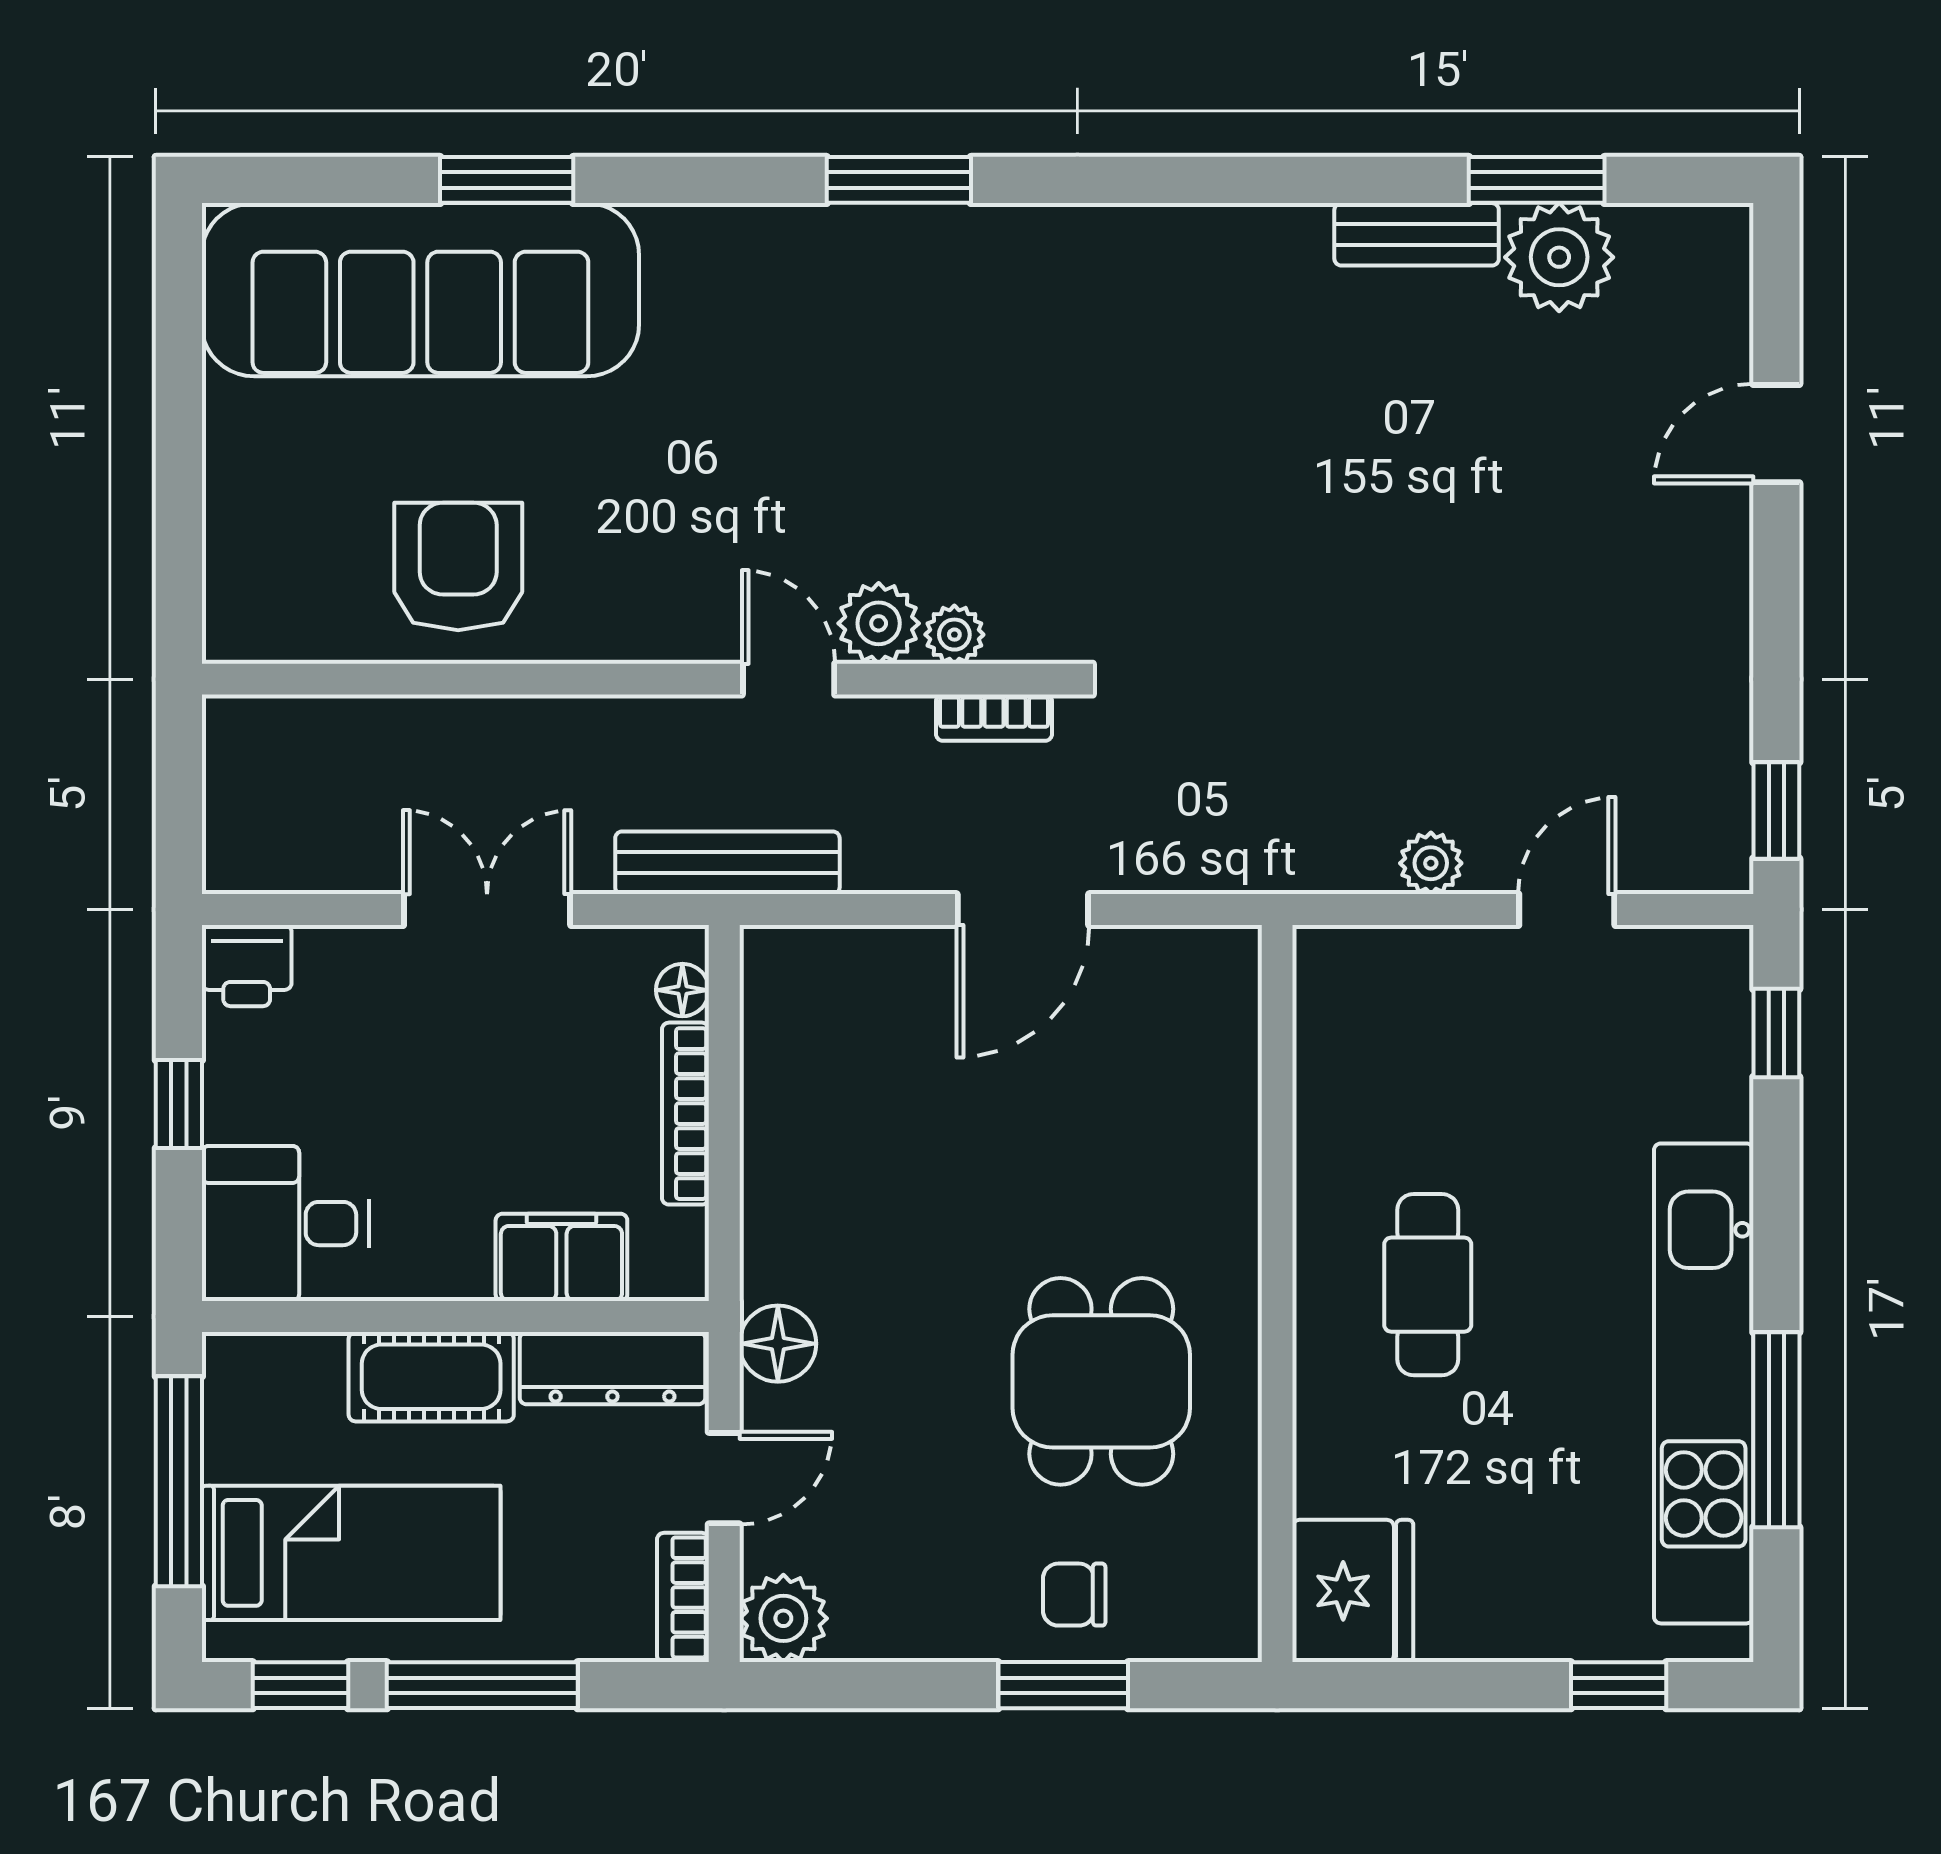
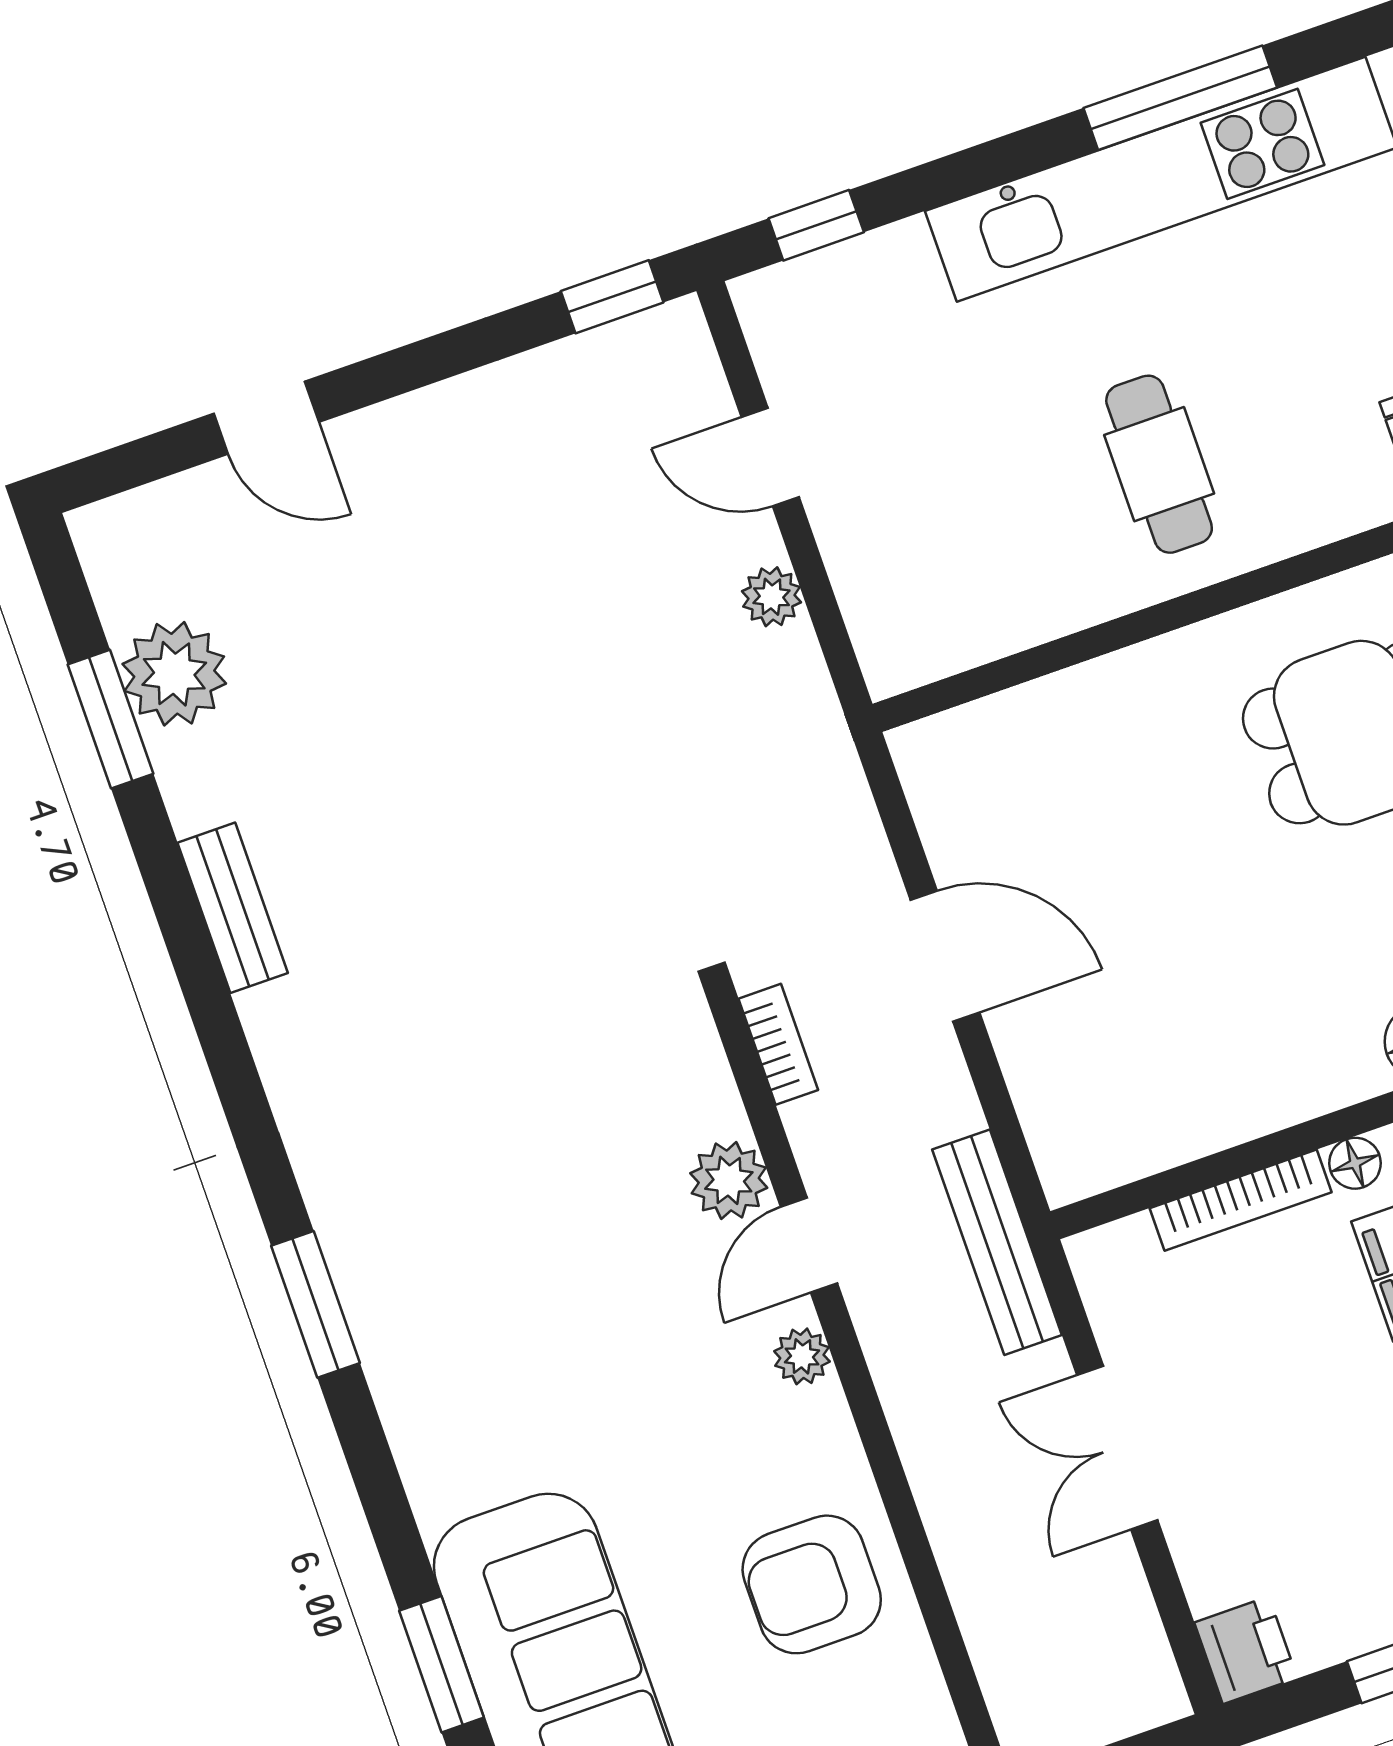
bench: (1417, 234) -> (233, 908), moved
plant: (954, 635) -> (802, 1356), moved
floor lamp: (682, 990) -> (1355, 1163), moved
cafe table: (1428, 1285) -> (1159, 464), turned 90

